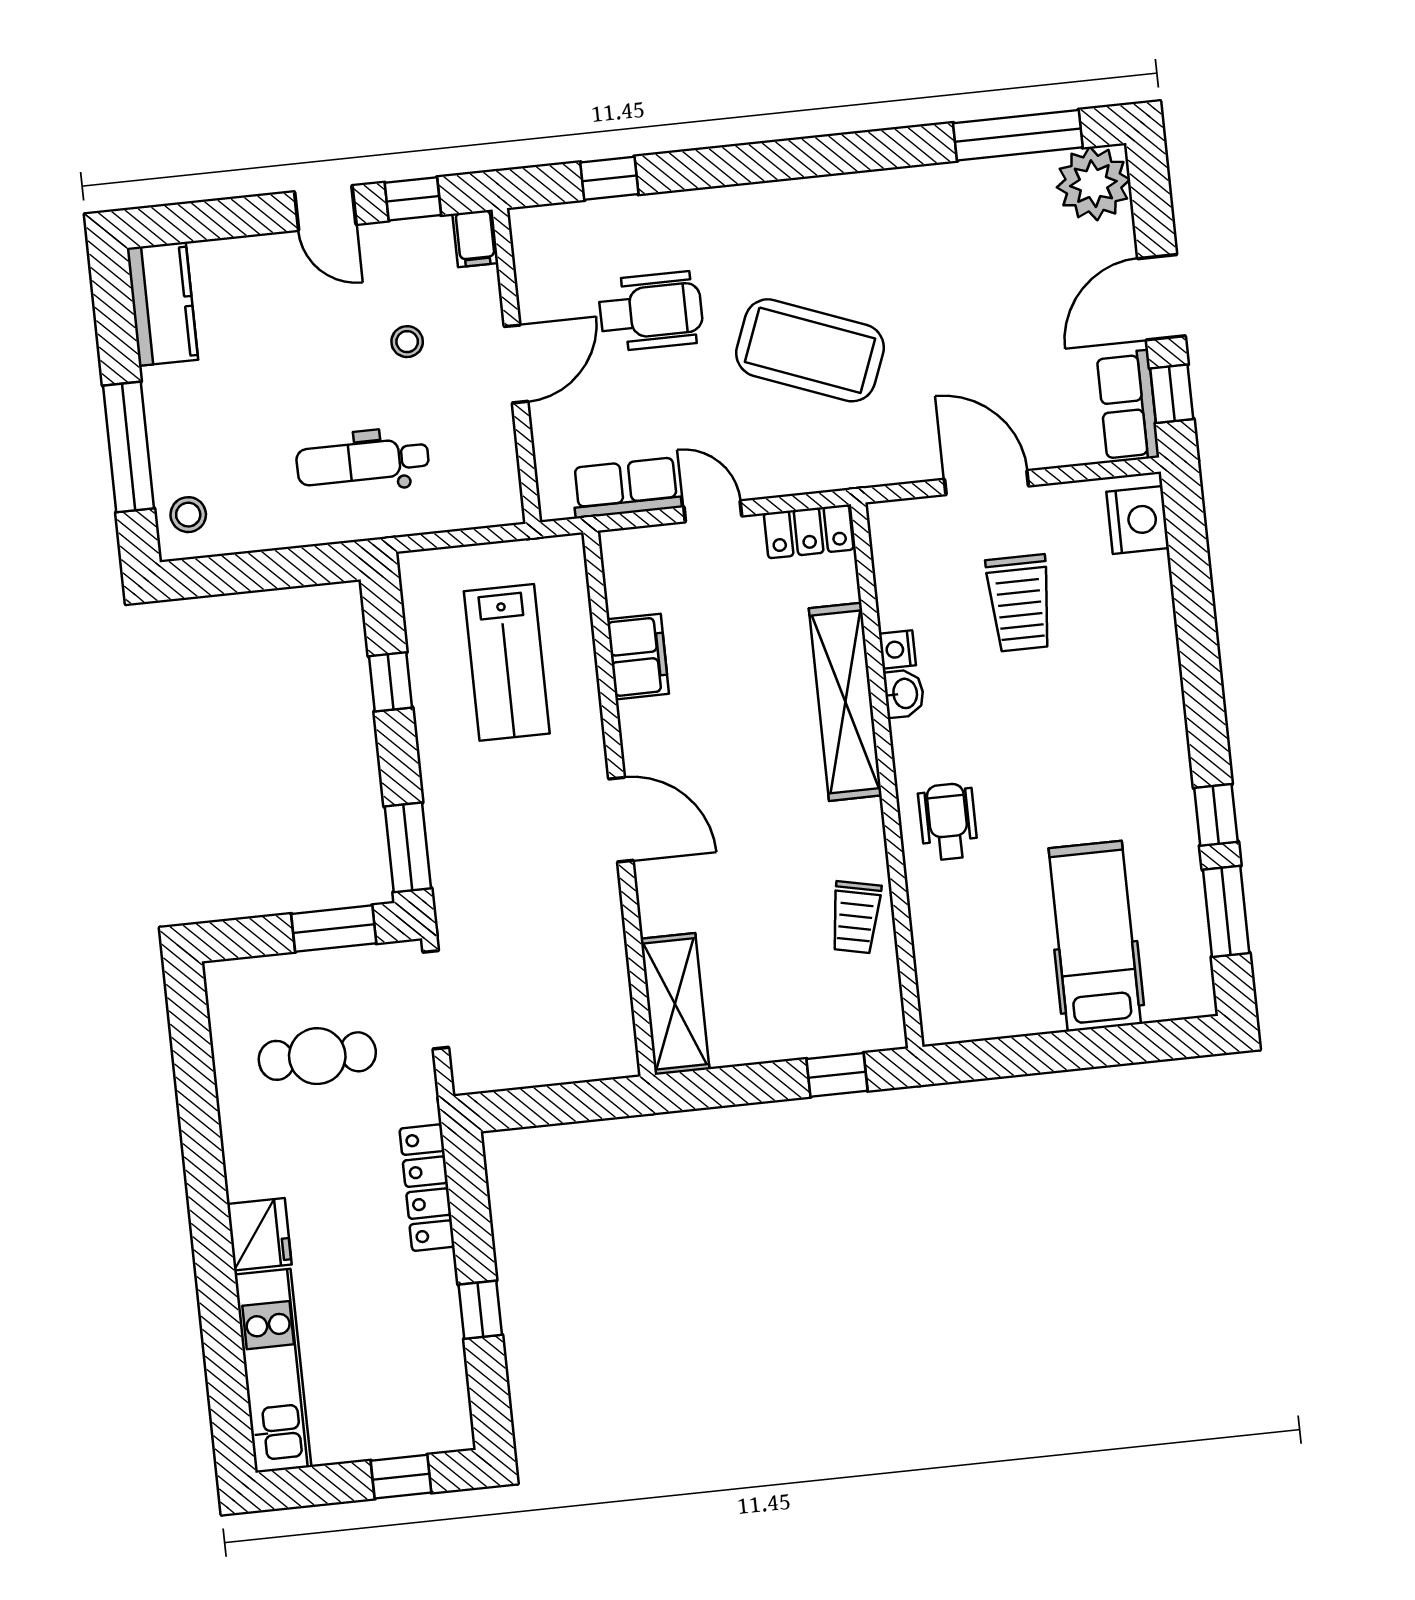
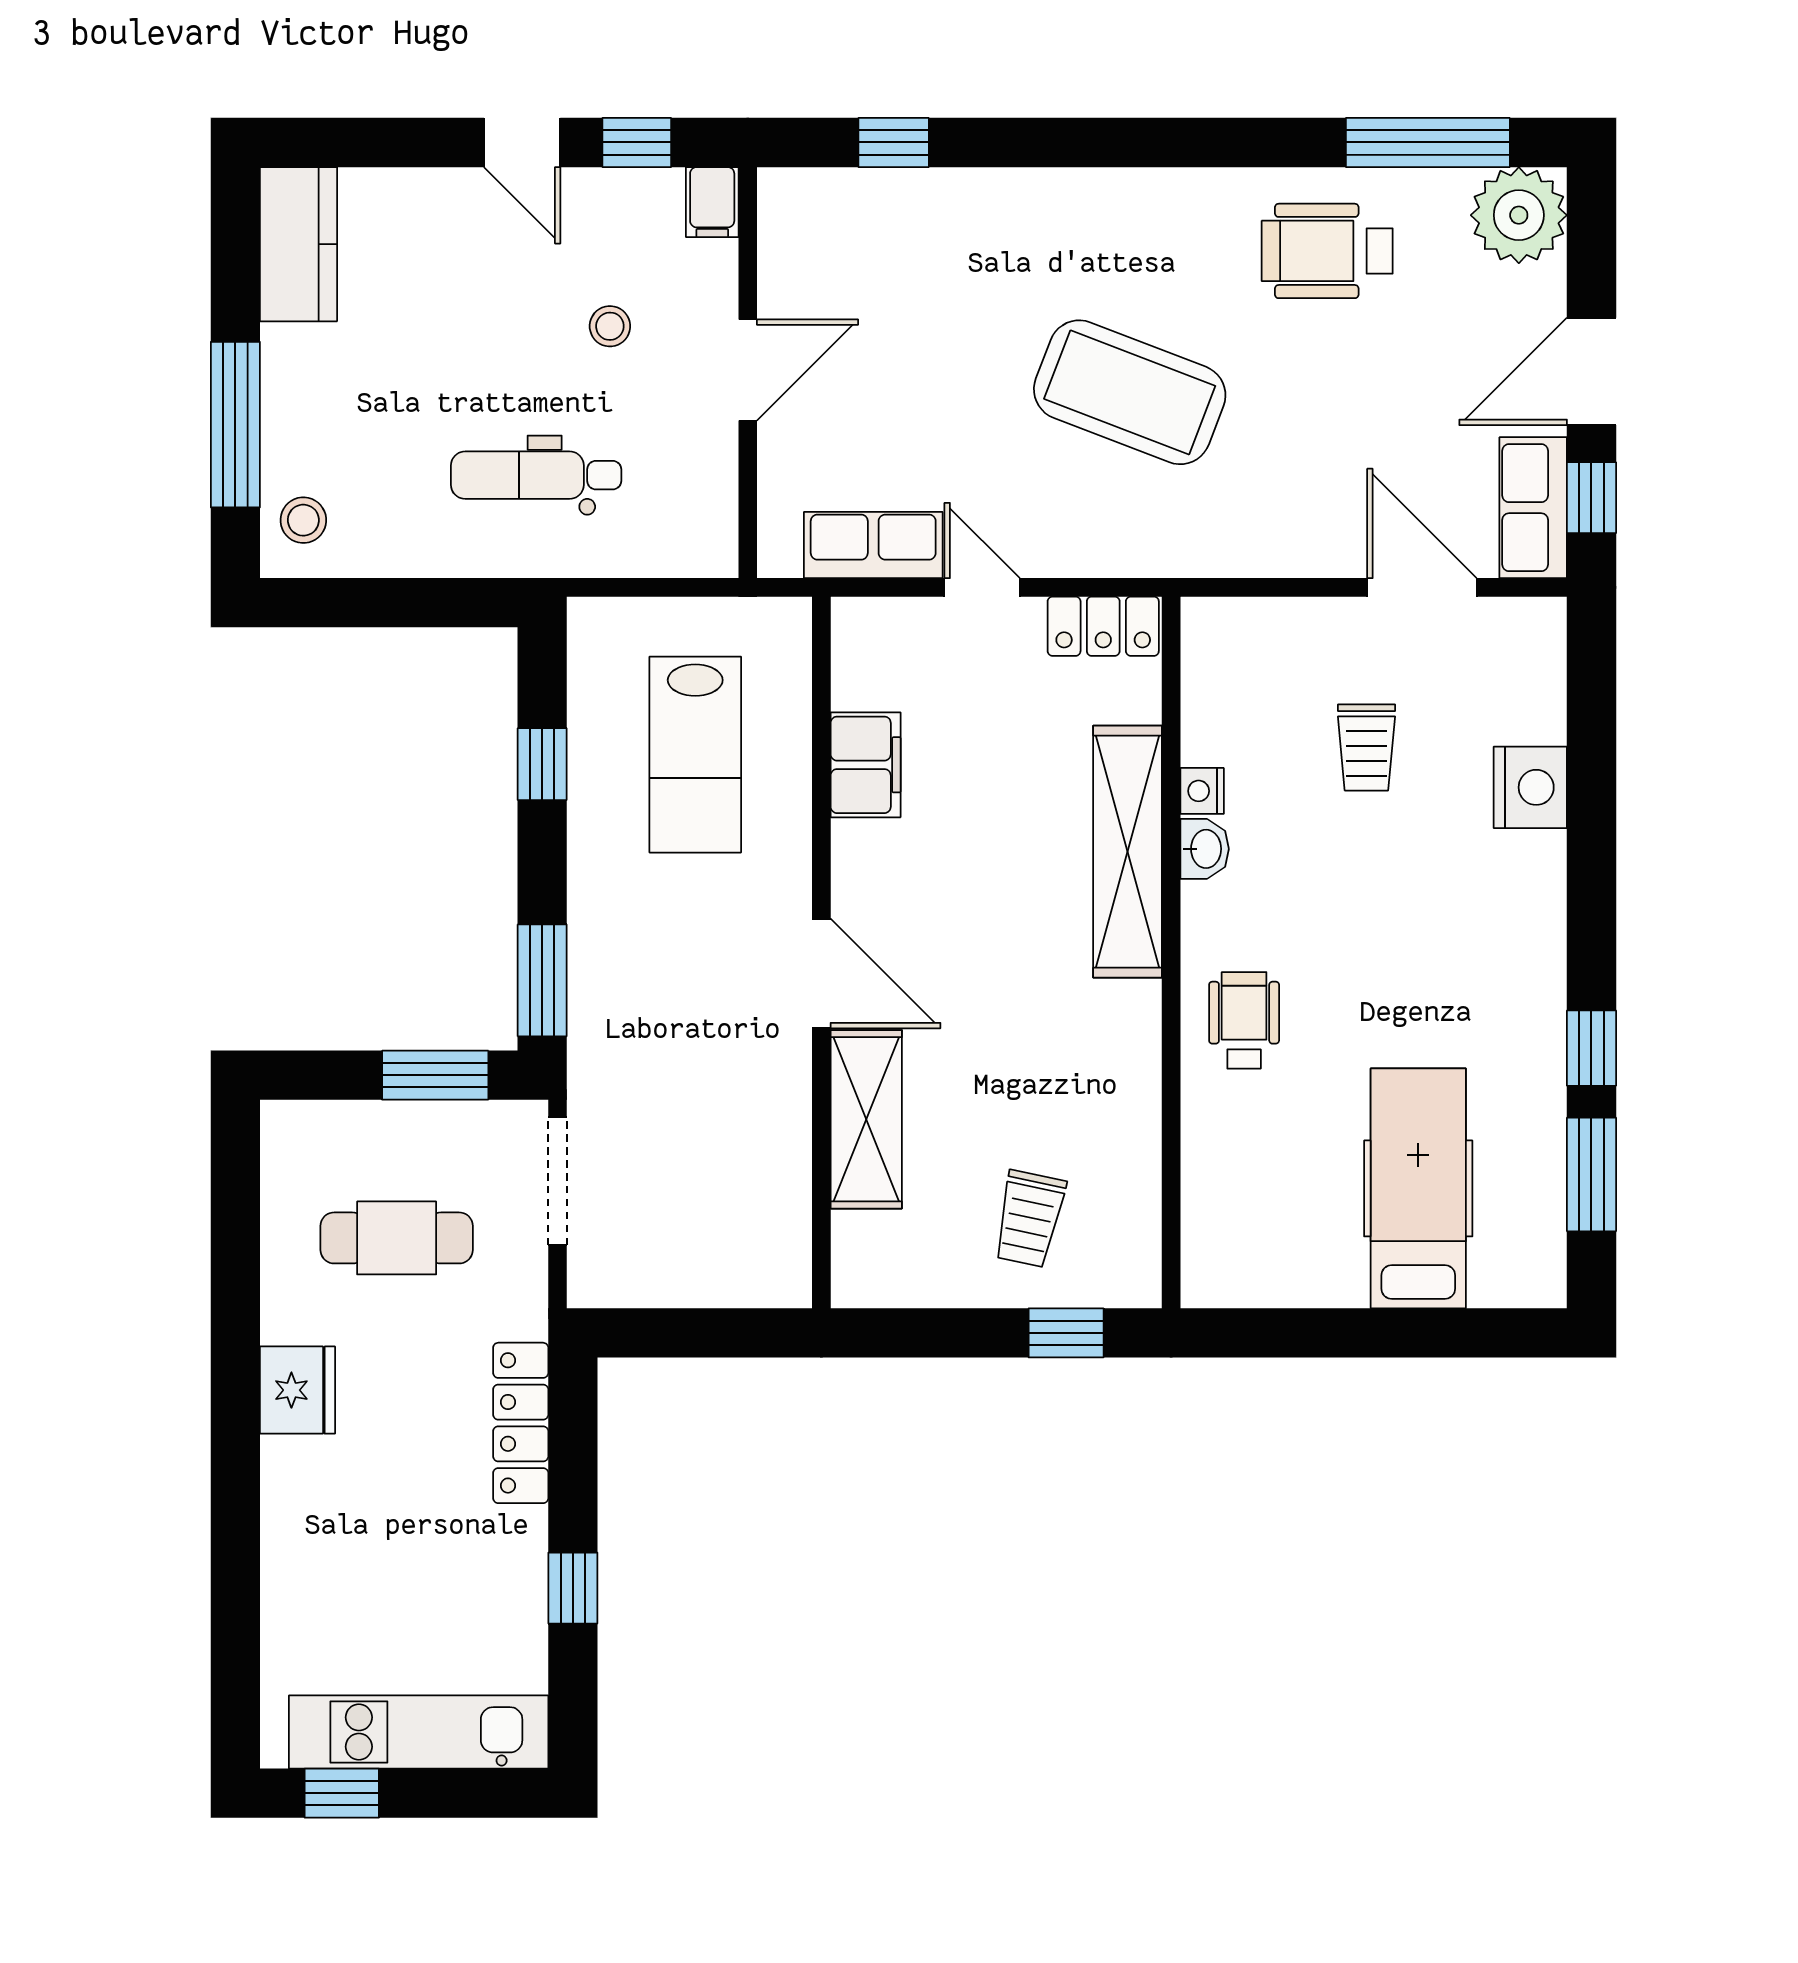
wheelchair: (651, 311) -> (1327, 251), moved, turned 180
door: (987, 483) -> (1422, 587), moved
nightstand: (1138, 520) -> (1530, 787), moved
trolley: (1020, 603) -> (1366, 747), width x0.73, depth x0.72
trolley: (856, 917) -> (1029, 1219), moved
shelving: (675, 1004) -> (866, 1119), moved
fridge: (259, 1234) -> (297, 1390), moved
kitchen unit: (273, 1371) -> (419, 1732), moved, turned -90
window: (401, 1477) -> (342, 1793), moved

